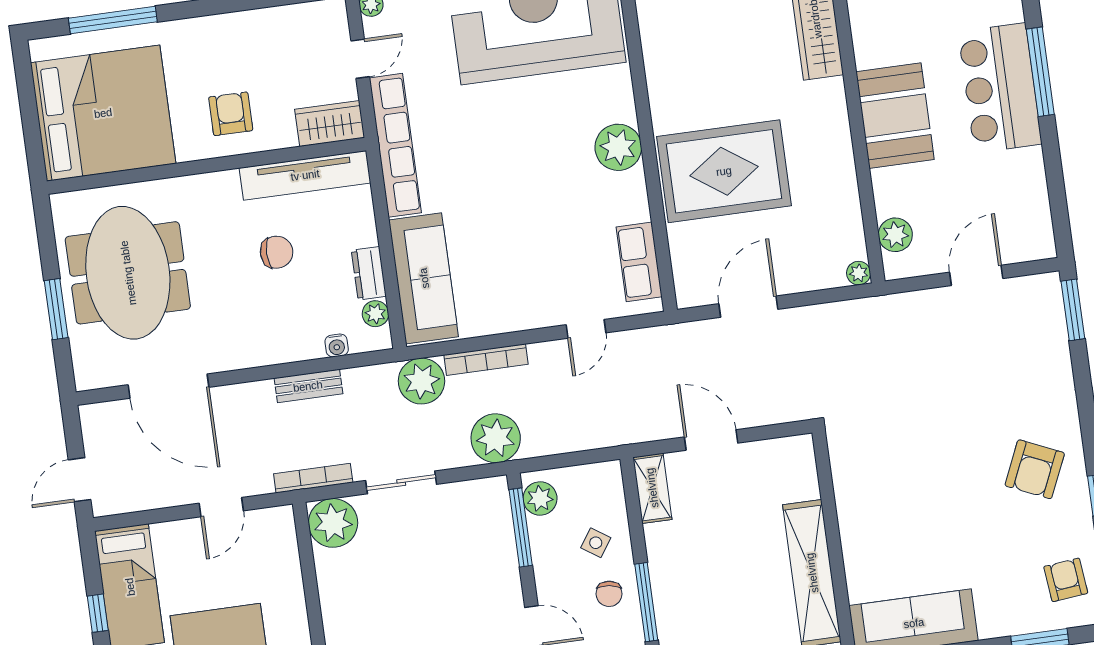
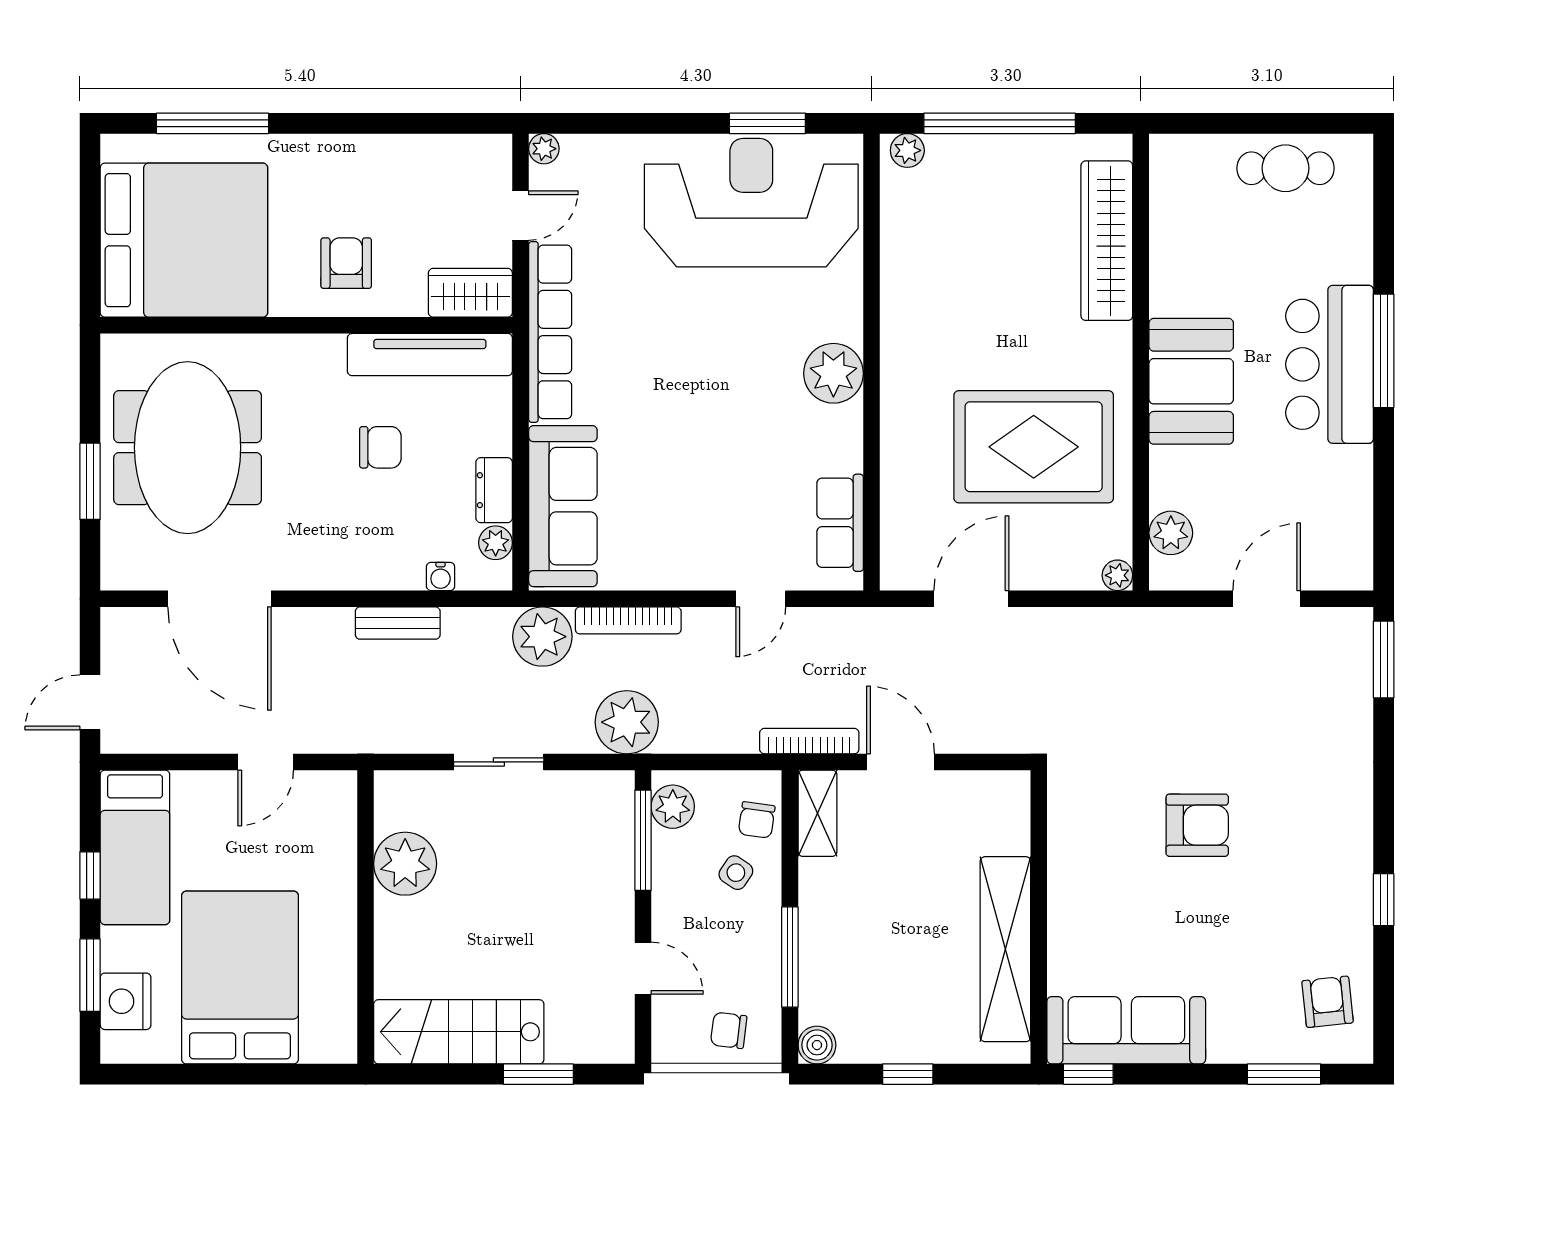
rug: (724, 171) -> (1034, 447), moved
armchair: (1035, 469) -> (1197, 825), moved, turned -114
bookcase: (313, 478) -> (809, 741), moved
plant: (333, 523) -> (405, 864), moved
chair: (609, 594) -> (757, 820), moved

